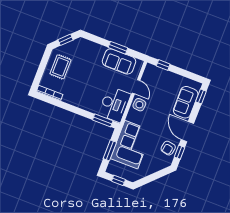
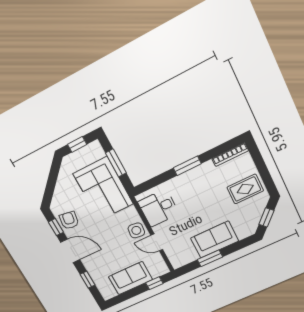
sofa: (119, 61) -> (214, 240), moved
rug: (61, 67) -> (245, 189), turned 90
window: (201, 96) -> (88, 280), moved
sofa: (186, 102) -> (130, 278), moved, turned -90
desk: (114, 104) -> (158, 208), width x0.73
window: (103, 120) -> (187, 166), moved

